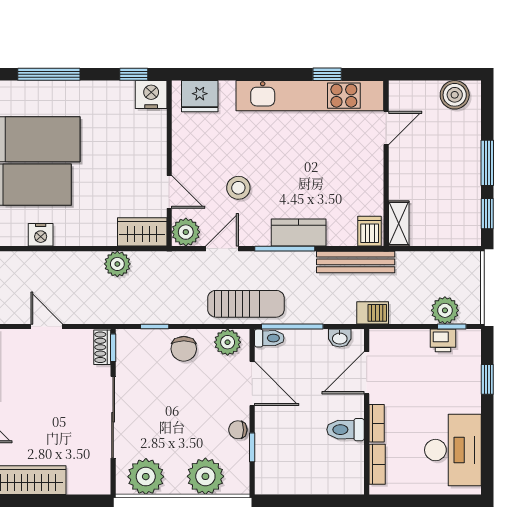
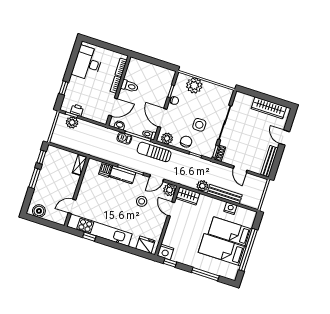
dishwasher: (370, 231) -> (105, 170), moved
bench: (356, 262) -> (225, 194), moved
barbecue: (373, 313) -> (124, 138), moved
side table: (167, 394) -> (199, 125), added
plant: (146, 477) -> (219, 93), removed

